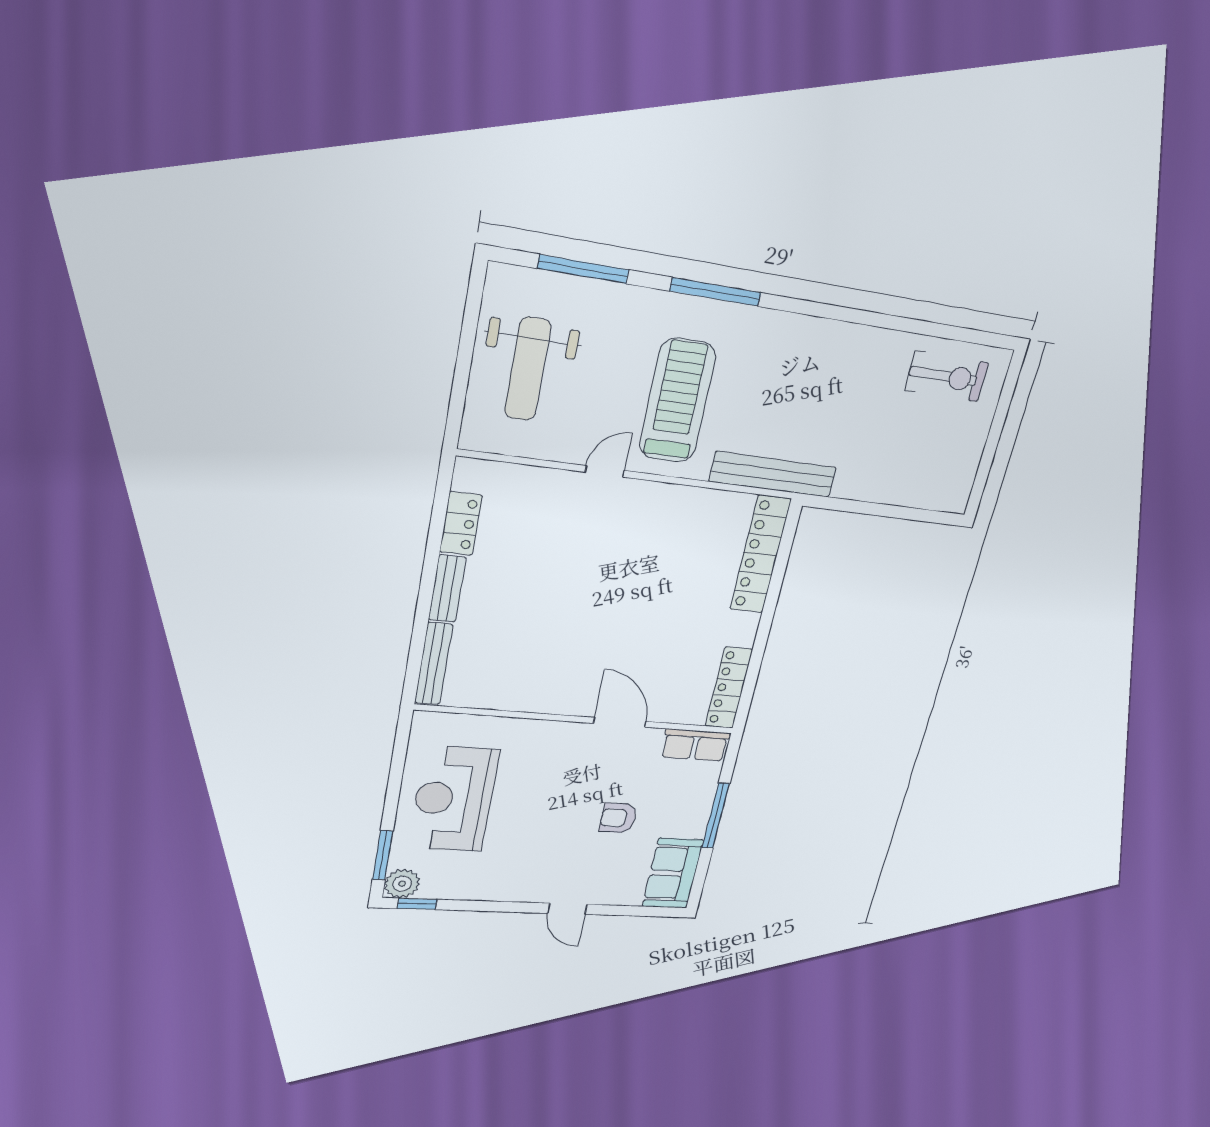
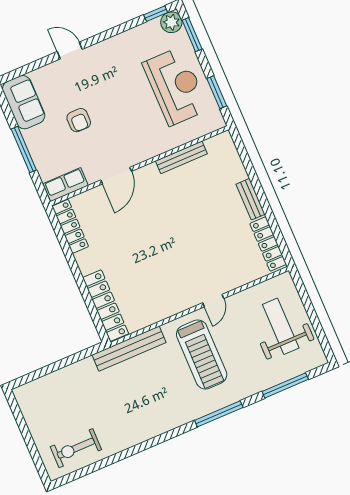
locker: (461, 524) -> (268, 244), width x1.53
bench: (434, 664) -> (181, 157), moved, turned 90
door: (620, 722) -> (116, 176), hinge flipped
window: (398, 763) -> (217, 92), added
armchair: (618, 818) -> (79, 120), turned 90

